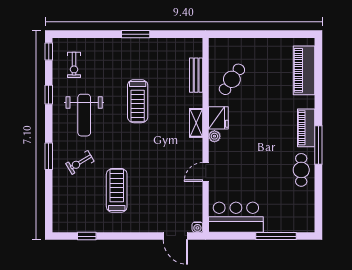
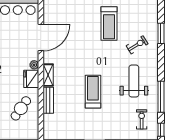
bench: (196, 75) -> (48, 100), moved
window: (49, 95) -> (161, 97), width x2.17
window: (49, 156) -> (161, 33), moved
door: (206, 172) -> (41, 37), width x1.88

